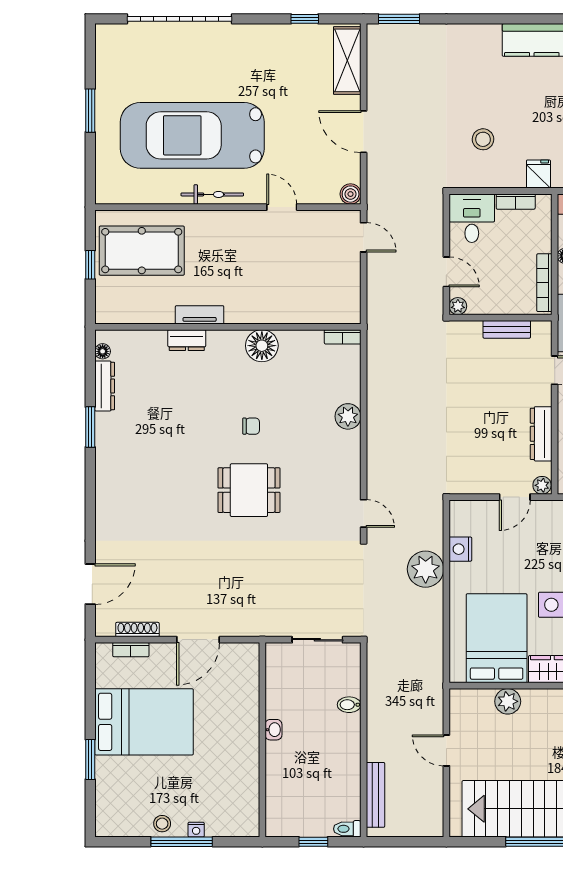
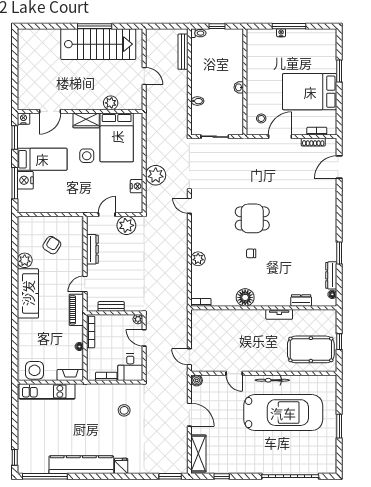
fridge: (538, 174) -> (121, 466), moved, turned 180
dresser: (187, 340) -> (301, 300), moved
plant: (542, 485) -> (126, 225), moved, width x1.88, depth x1.88
stool: (162, 824) -> (261, 118), moved

